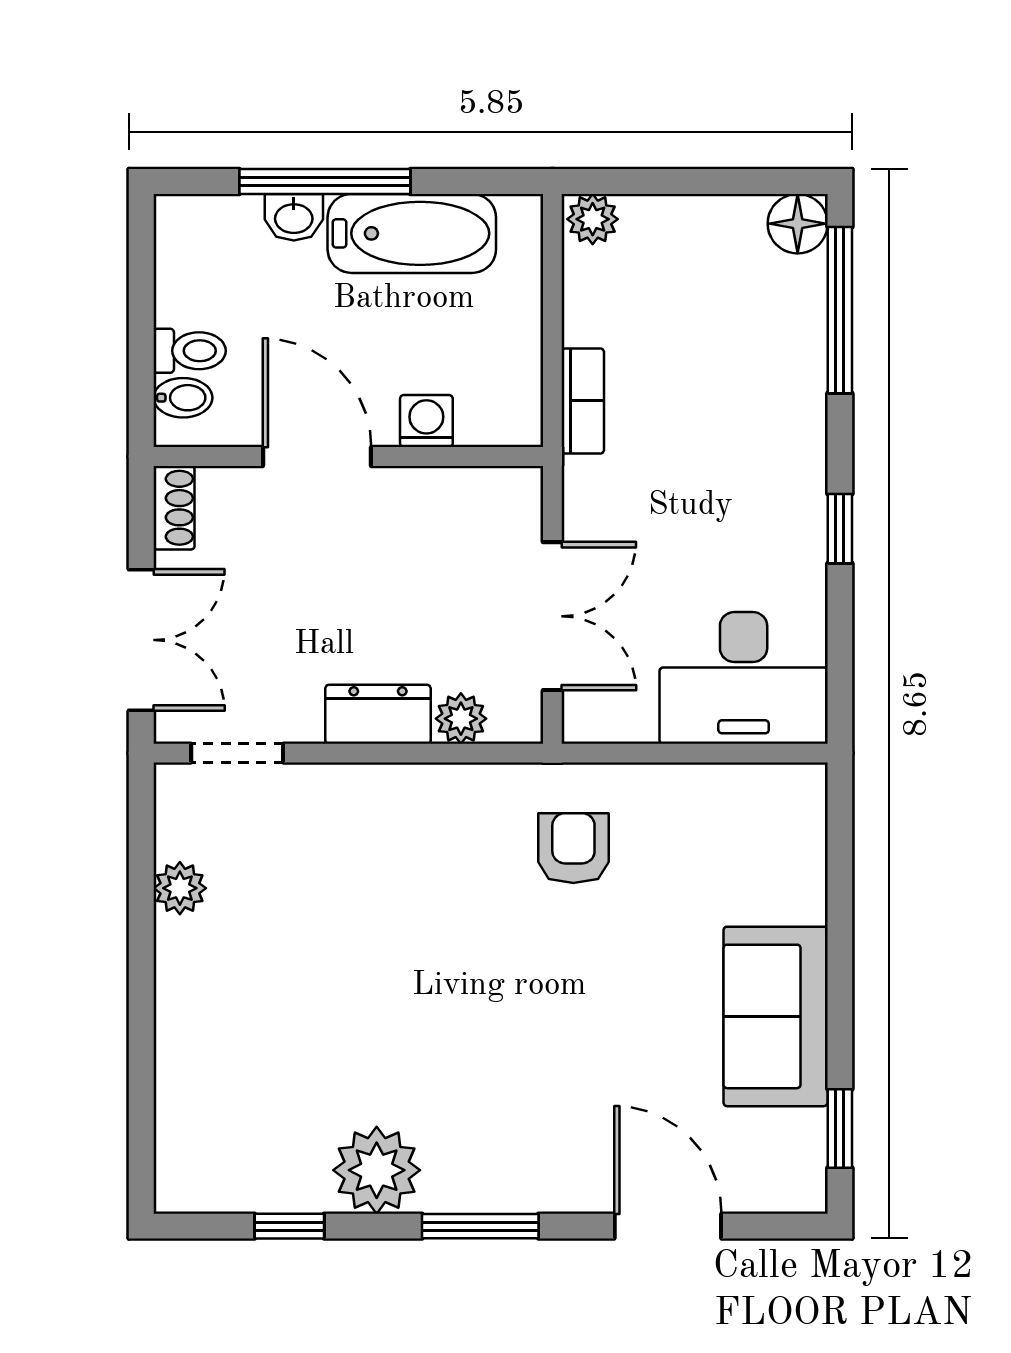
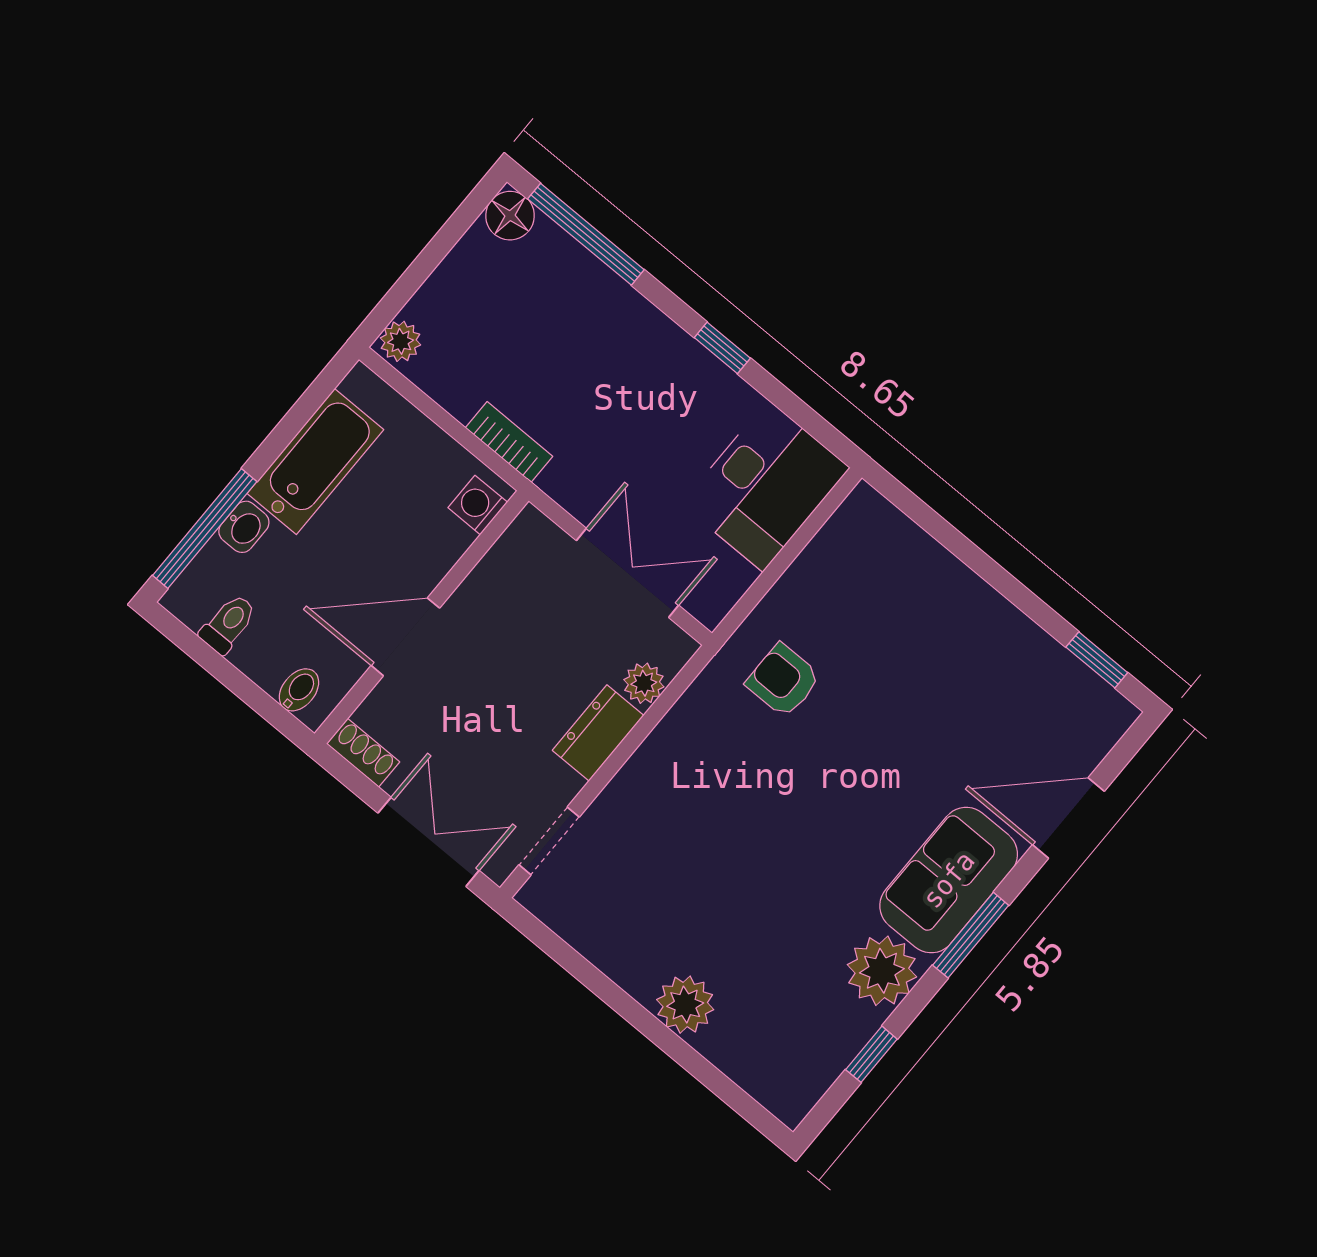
window: (325, 181) -> (205, 528), moved
toilet: (190, 351) -> (228, 624), moved
washing machine: (426, 421) -> (478, 505), moved
plant: (180, 888) -> (685, 1005), moved, width x1.38, depth x1.38
sofa: (776, 1016) -> (949, 880), moved, turned 90

